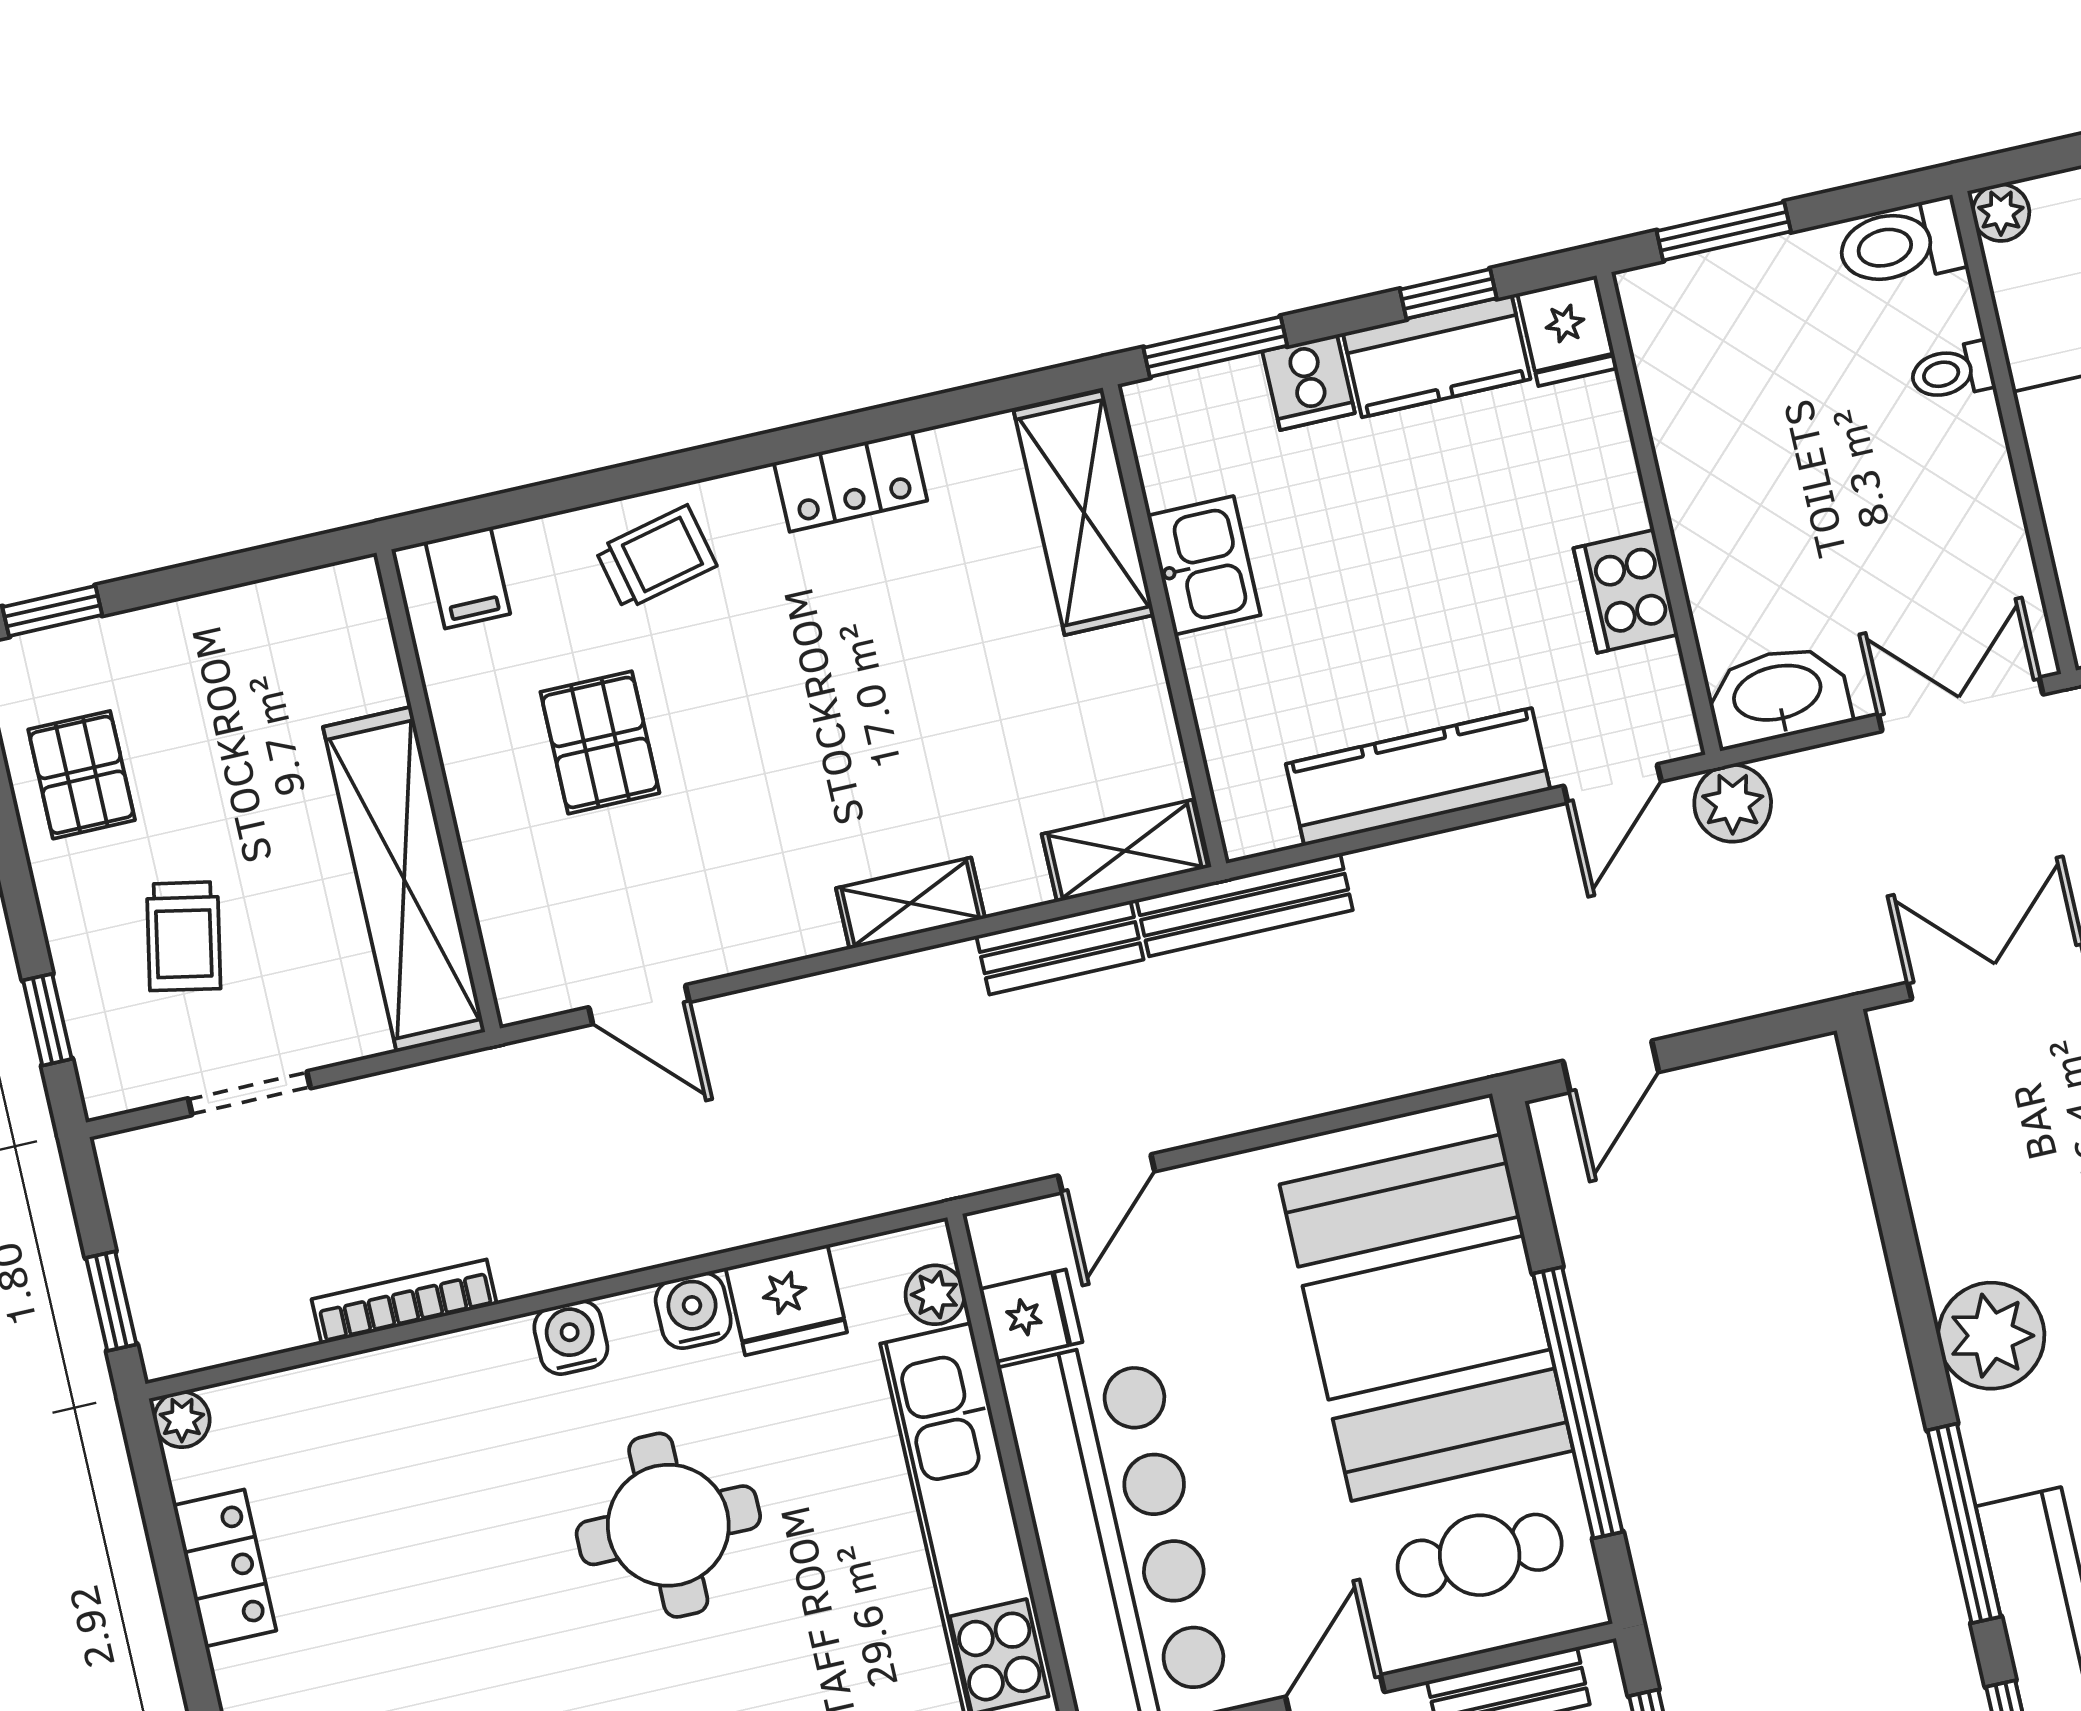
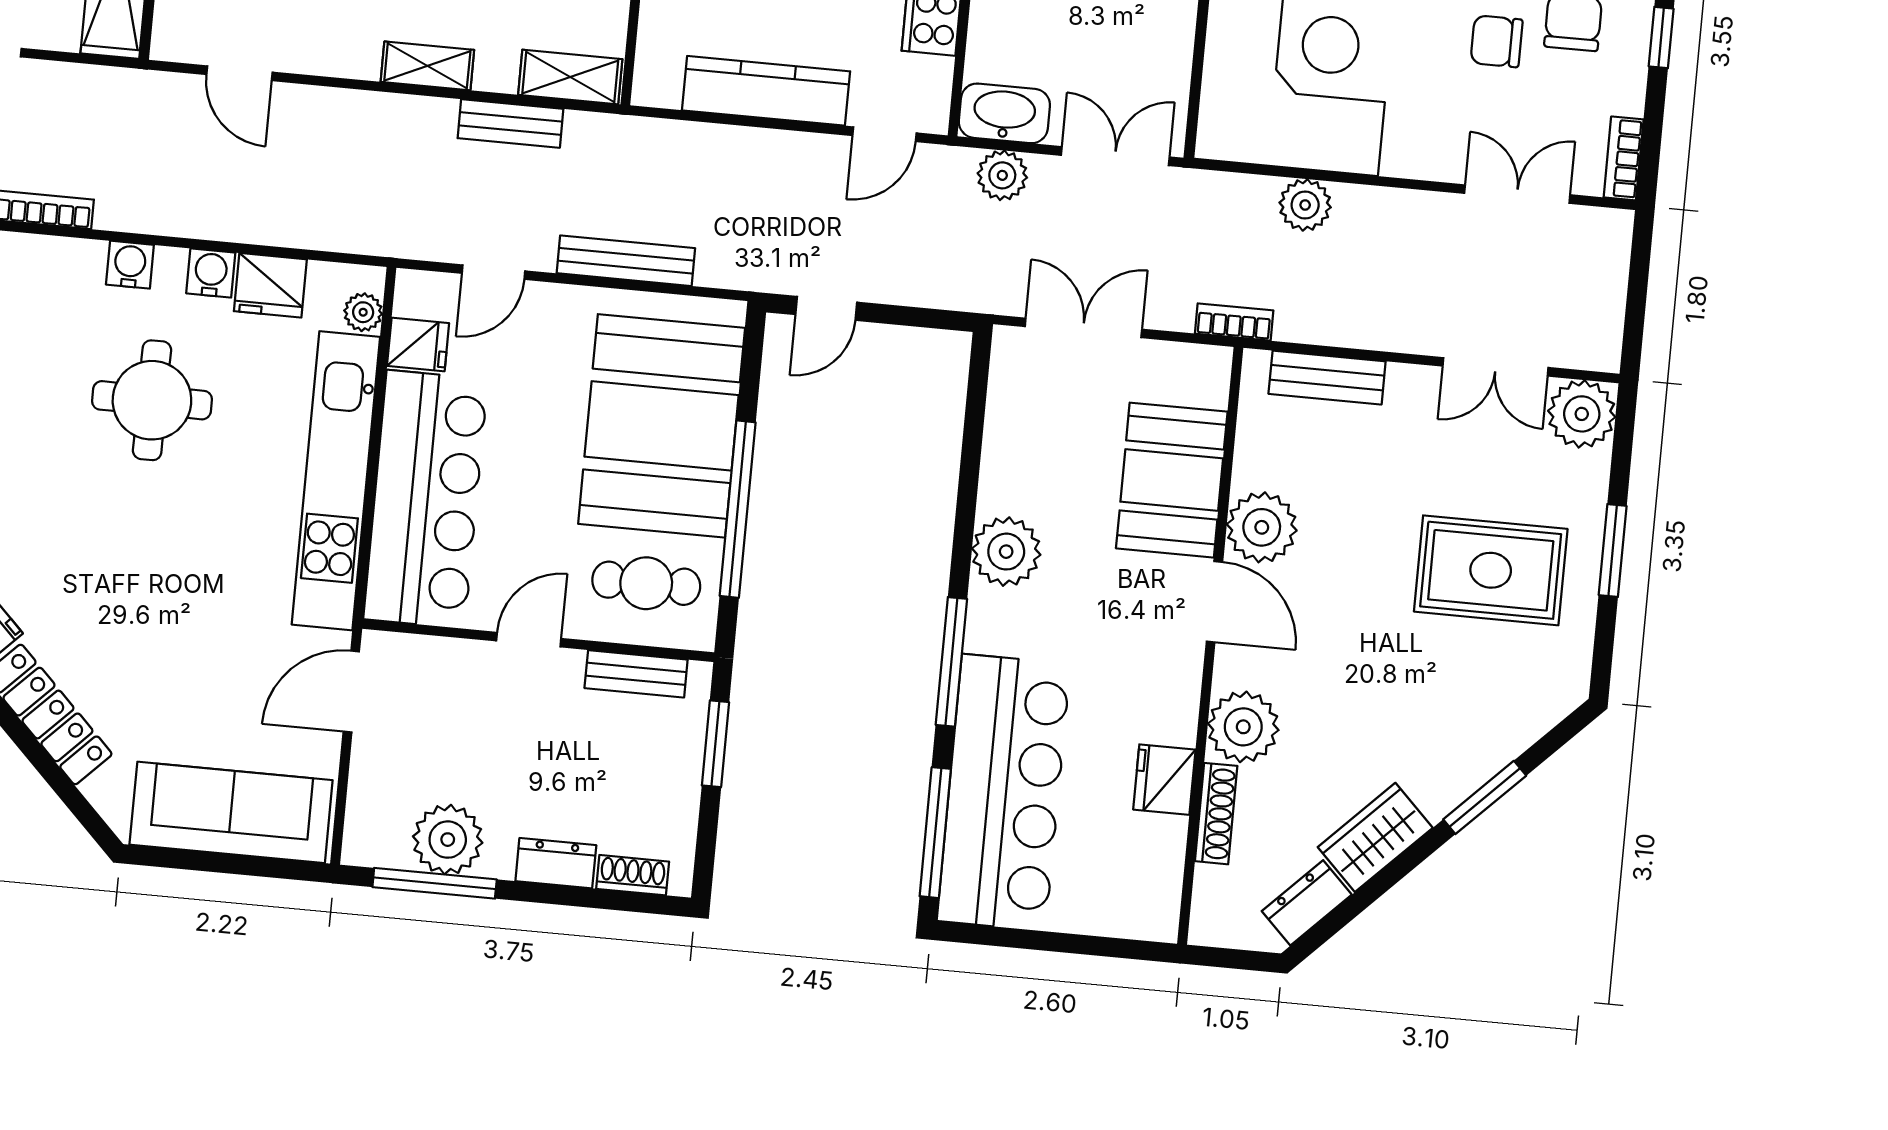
plant: (1733, 803) -> (1002, 175), moved
bench: (1245, 905) -> (626, 261), moved

